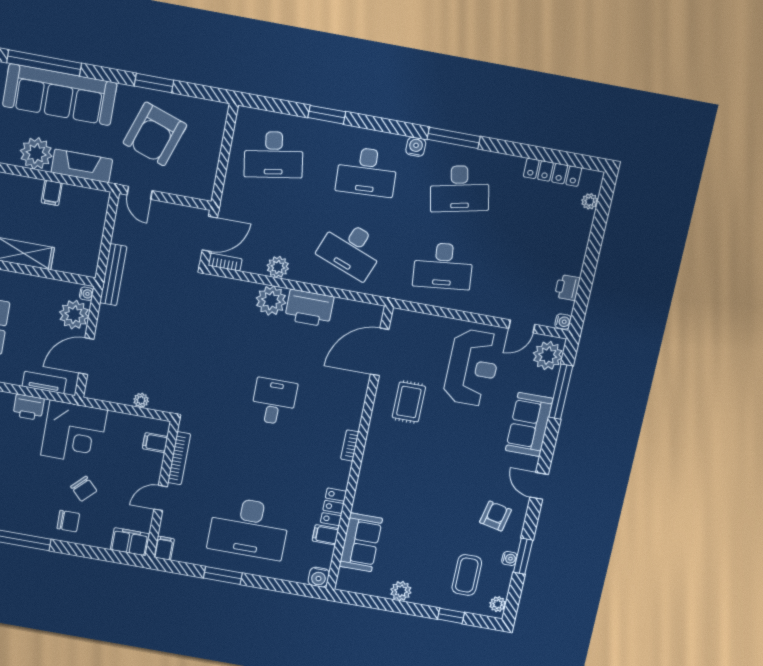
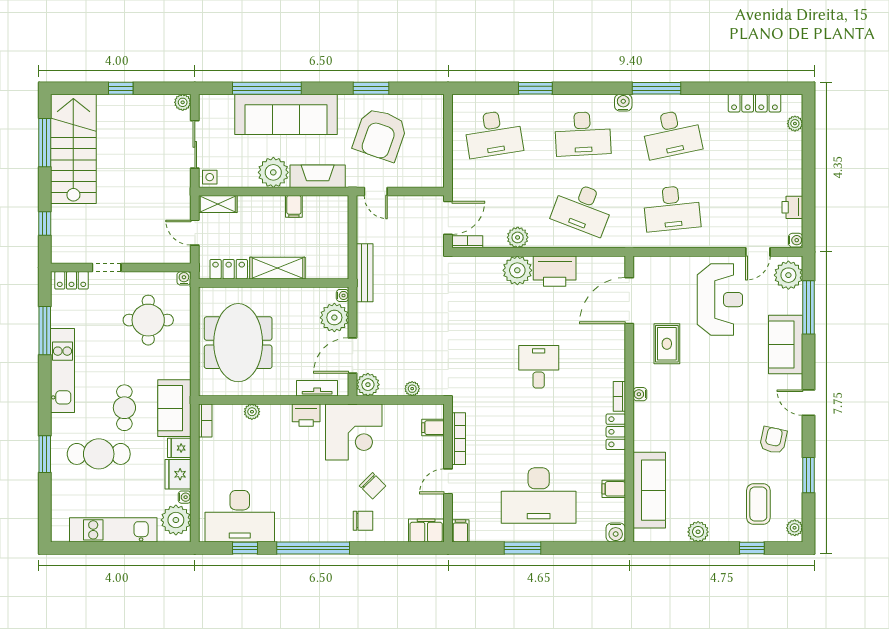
plant: (97, 388) -> (368, 385), added
locker: (333, 507) -> (616, 432), moved
sofa: (361, 542) -> (649, 490), width x1.36
water cooler: (509, 558) -> (640, 394), moved, turned 180

